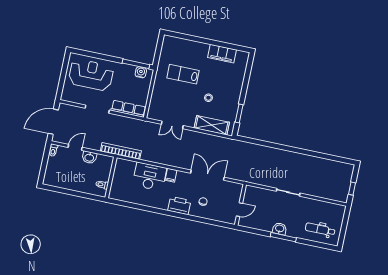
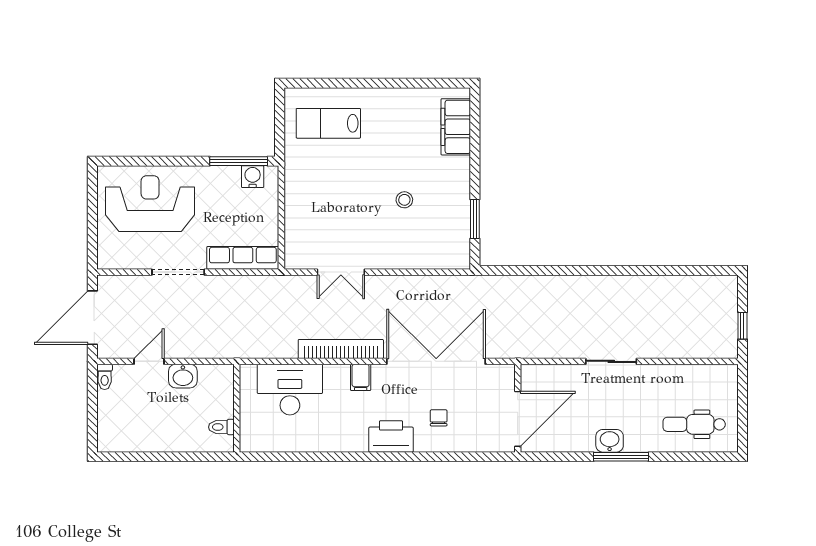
filing cabinet: (222, 54) -> (456, 127), moved, turned 90
lab bench: (183, 74) -> (328, 123), moved
shelving: (212, 125) -> (423, 255), removed
bookcase: (121, 151) -> (341, 349), moved
double door: (207, 175) -> (436, 361), width x1.36
desk: (149, 177) -> (290, 390), moved
door: (239, 210) -> (518, 419), width x1.88

